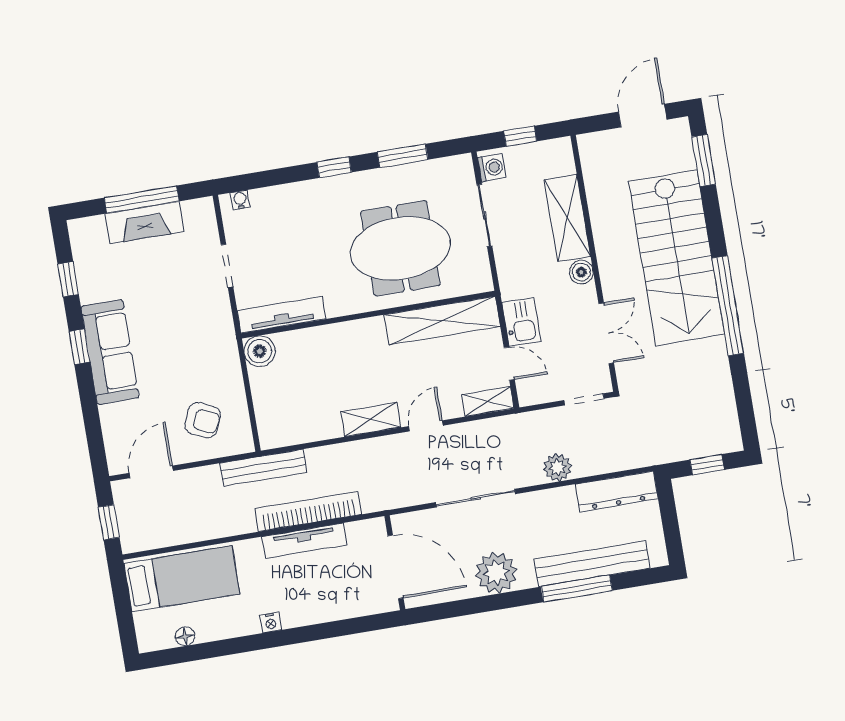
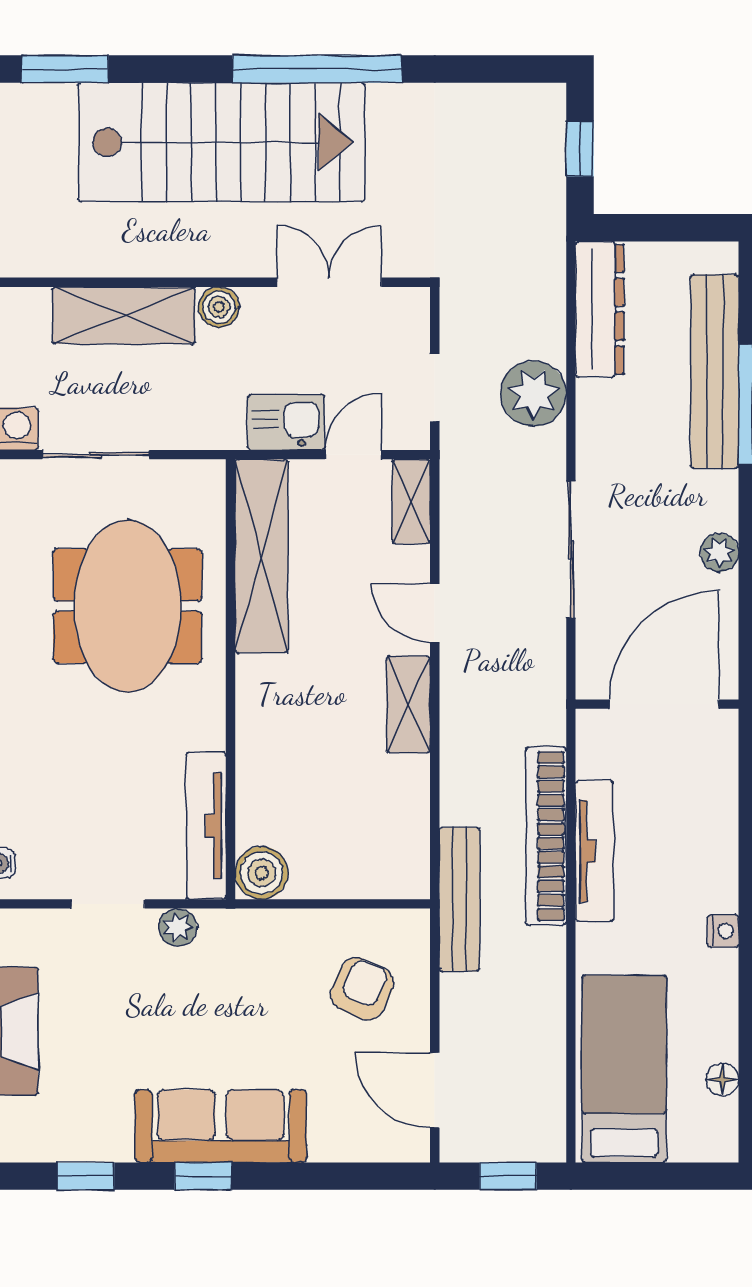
plant: (220, 308) -> (178, 927), added
doorway: (584, 399) -> (435, 388), moved
plant: (558, 467) -> (534, 394), width x1.36, depth x1.36
plant: (496, 573) -> (720, 553), width x0.53, depth x0.53

